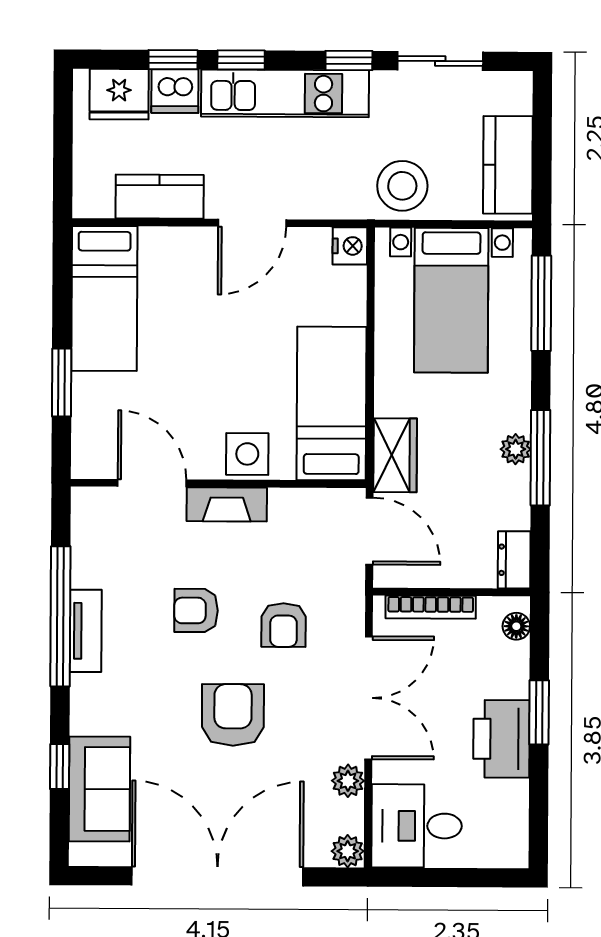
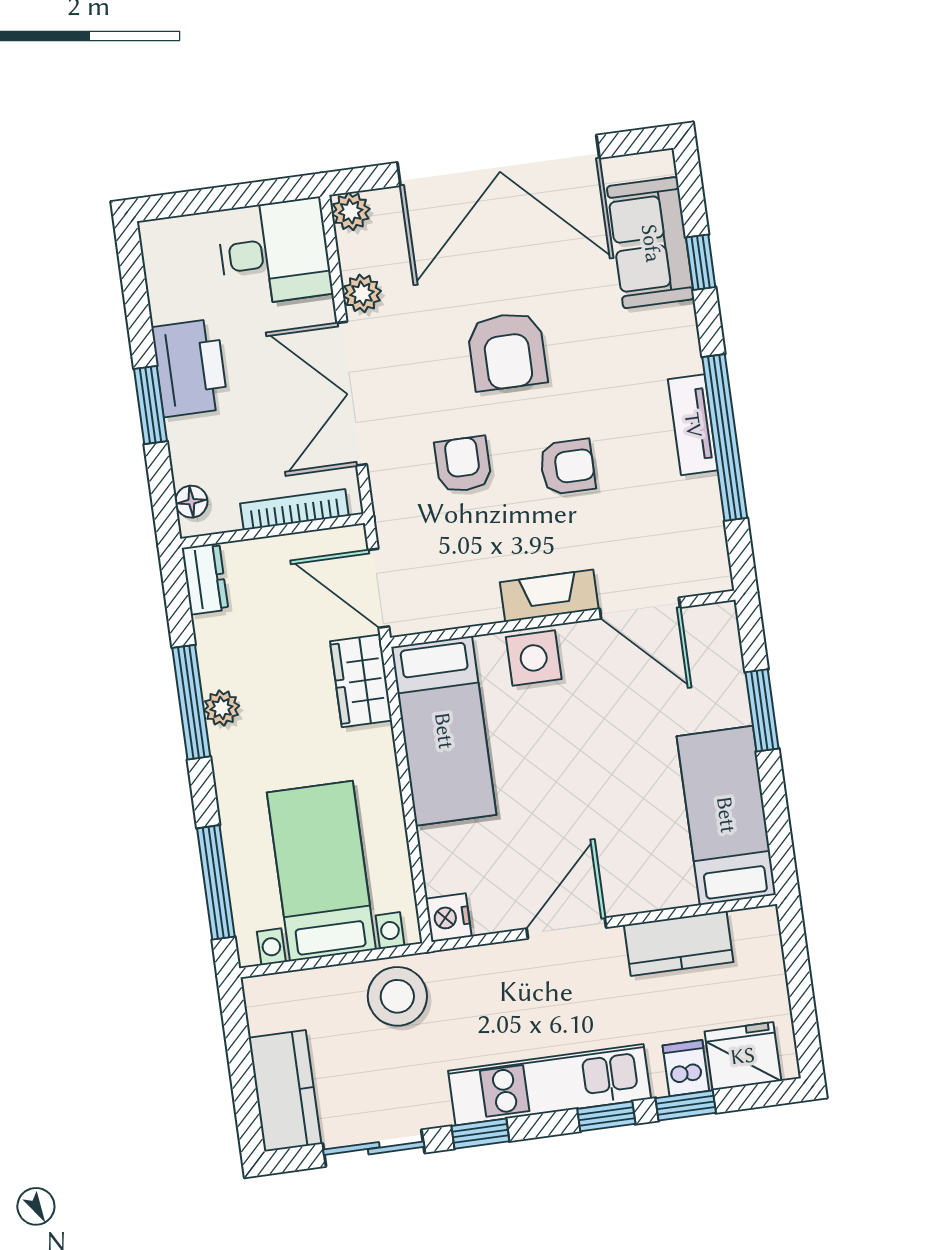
dishwasher: (175, 91) -> (686, 1068), width x0.73
kitchen counter: (508, 165) -> (285, 1091), moved

